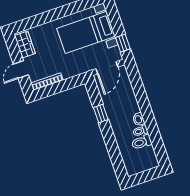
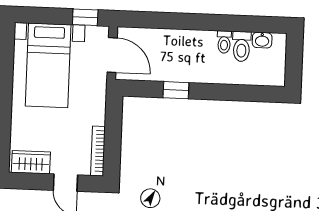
washbasin: (139, 119) -> (262, 40), moved

